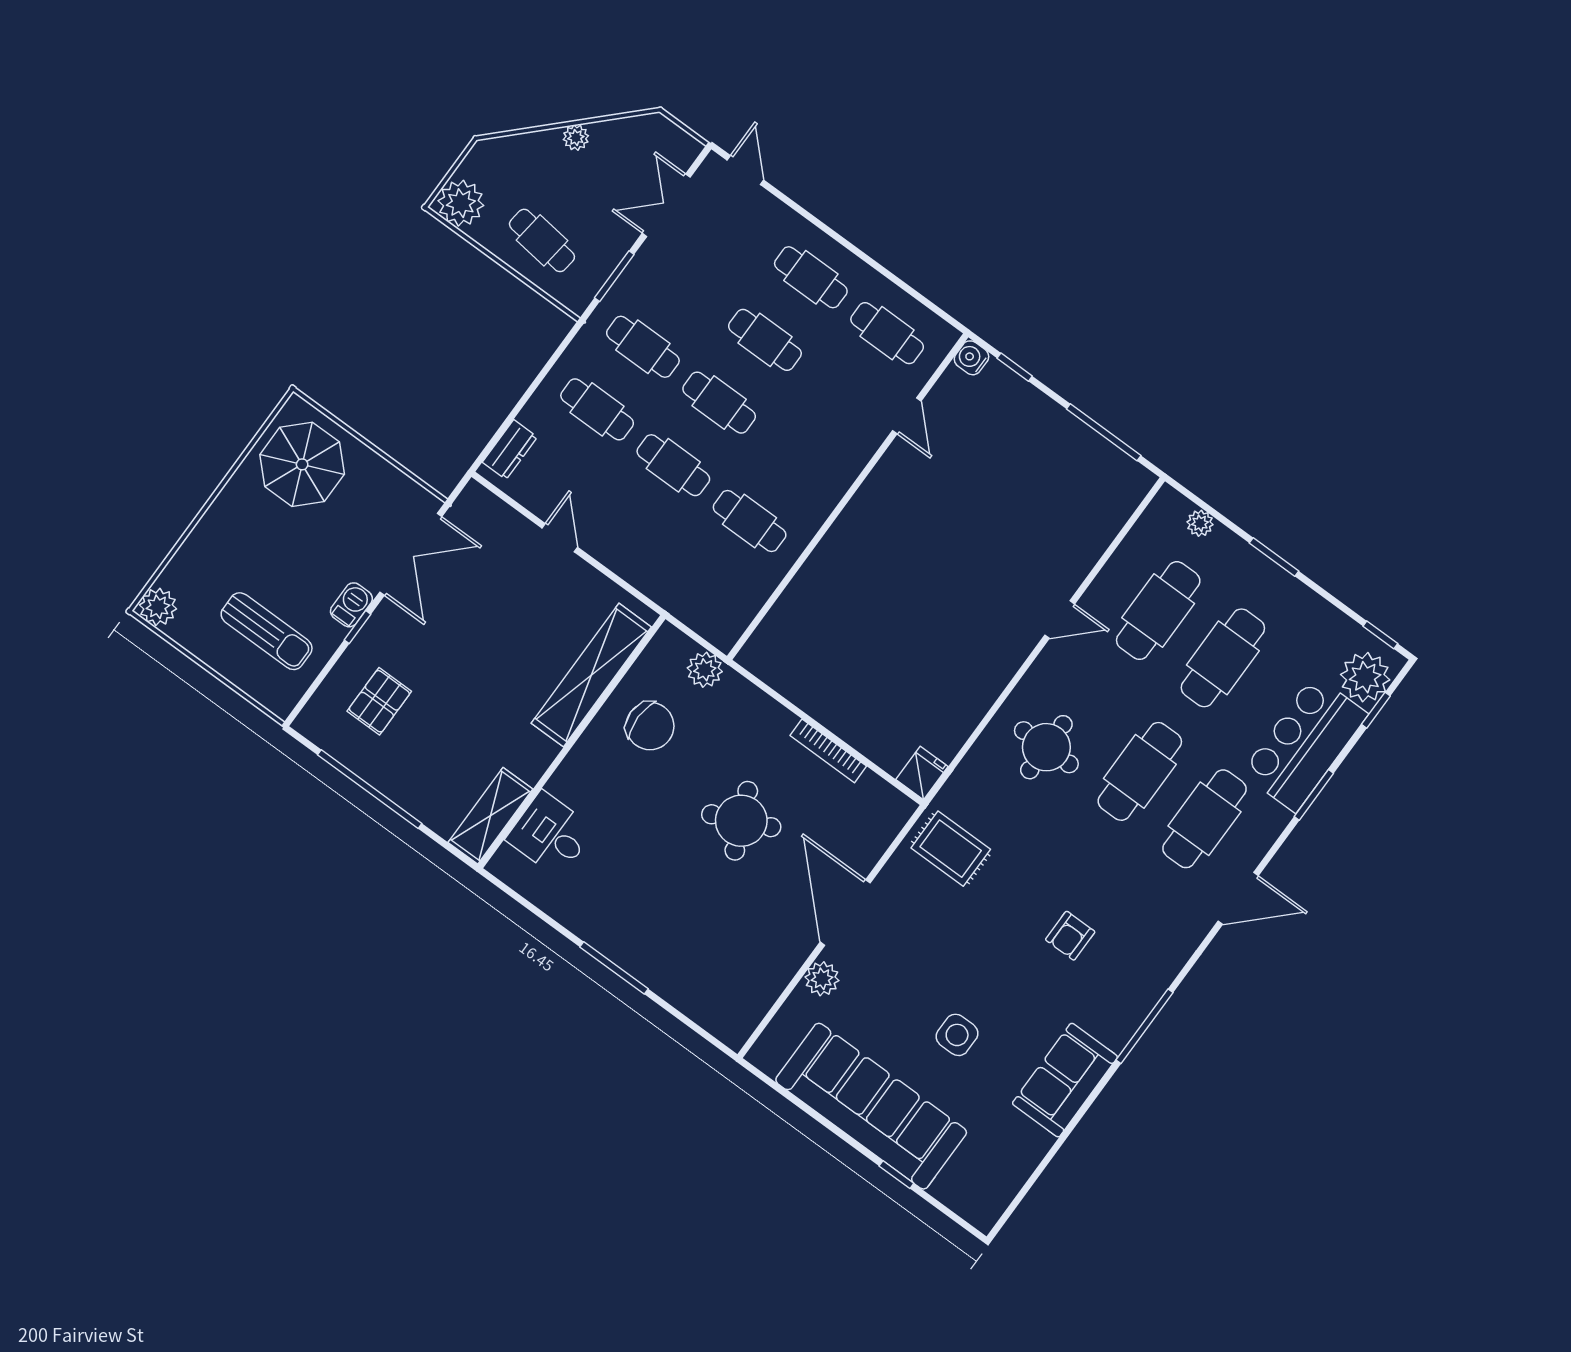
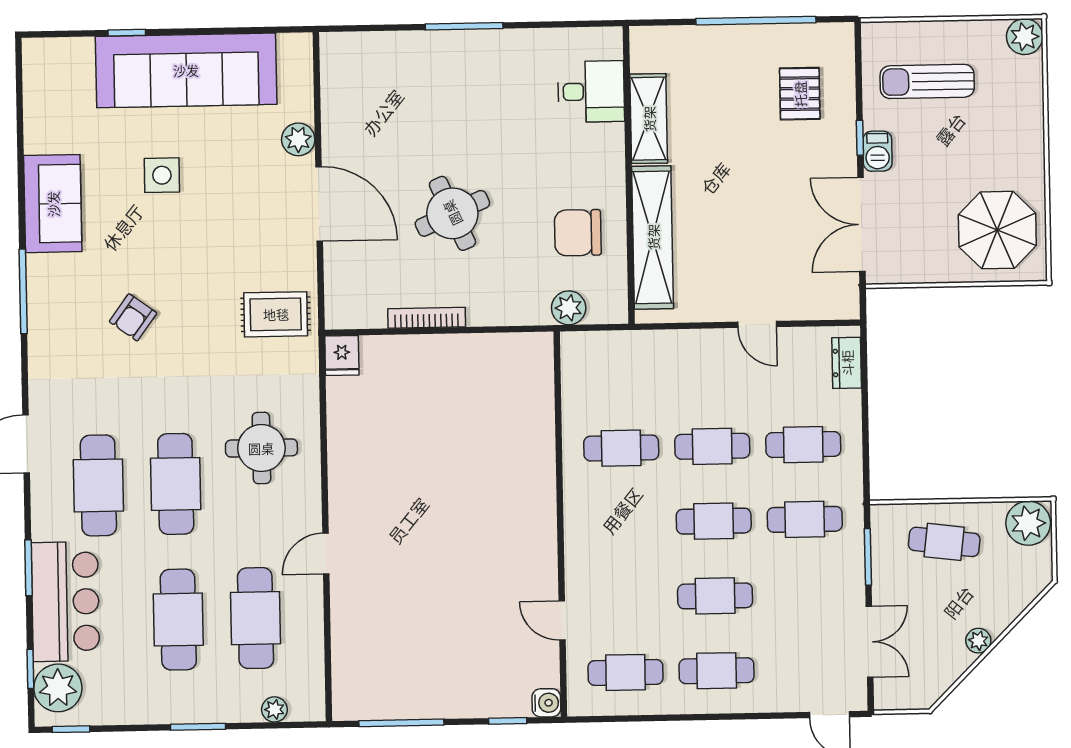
shelving: (490, 816) -> (649, 119), moved
armchair: (1070, 936) -> (133, 317), turned -144

